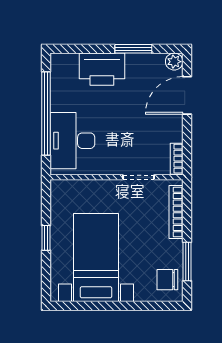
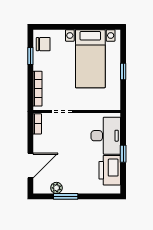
plant: (174, 62) -> (56, 188), moved
printer: (102, 69) -> (110, 170), moved, turned -90
window: (46, 113) -> (123, 154), width x0.32
window: (187, 261) -> (30, 56), width x0.67

